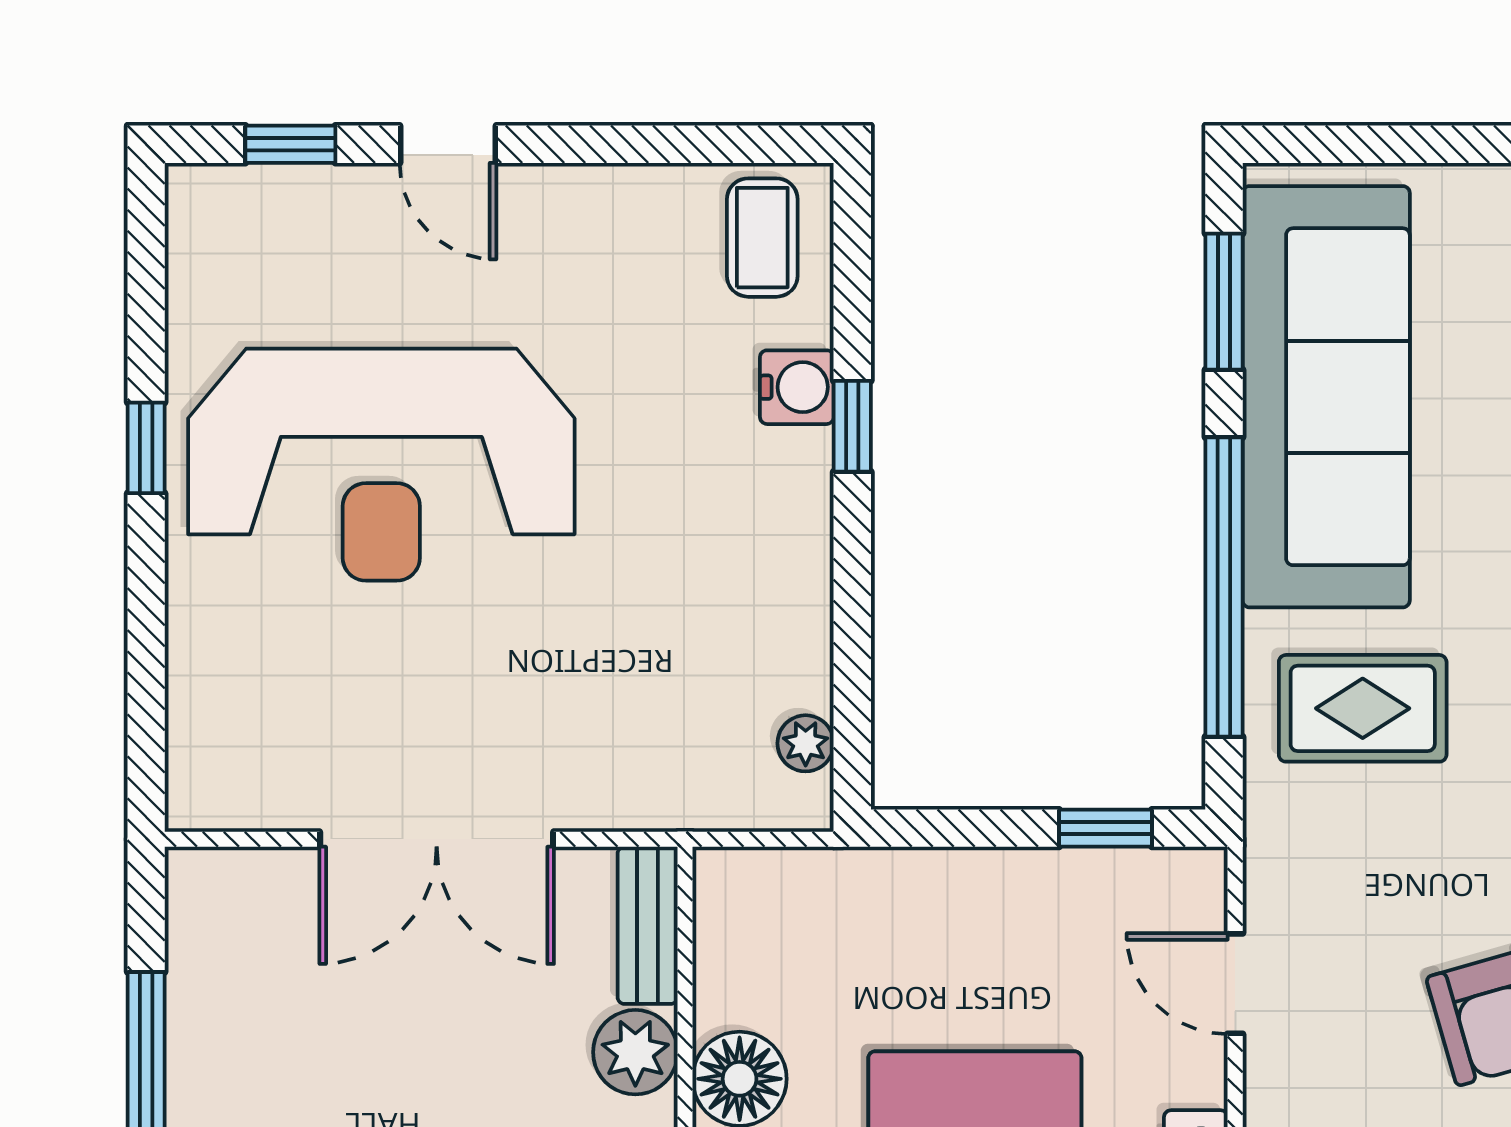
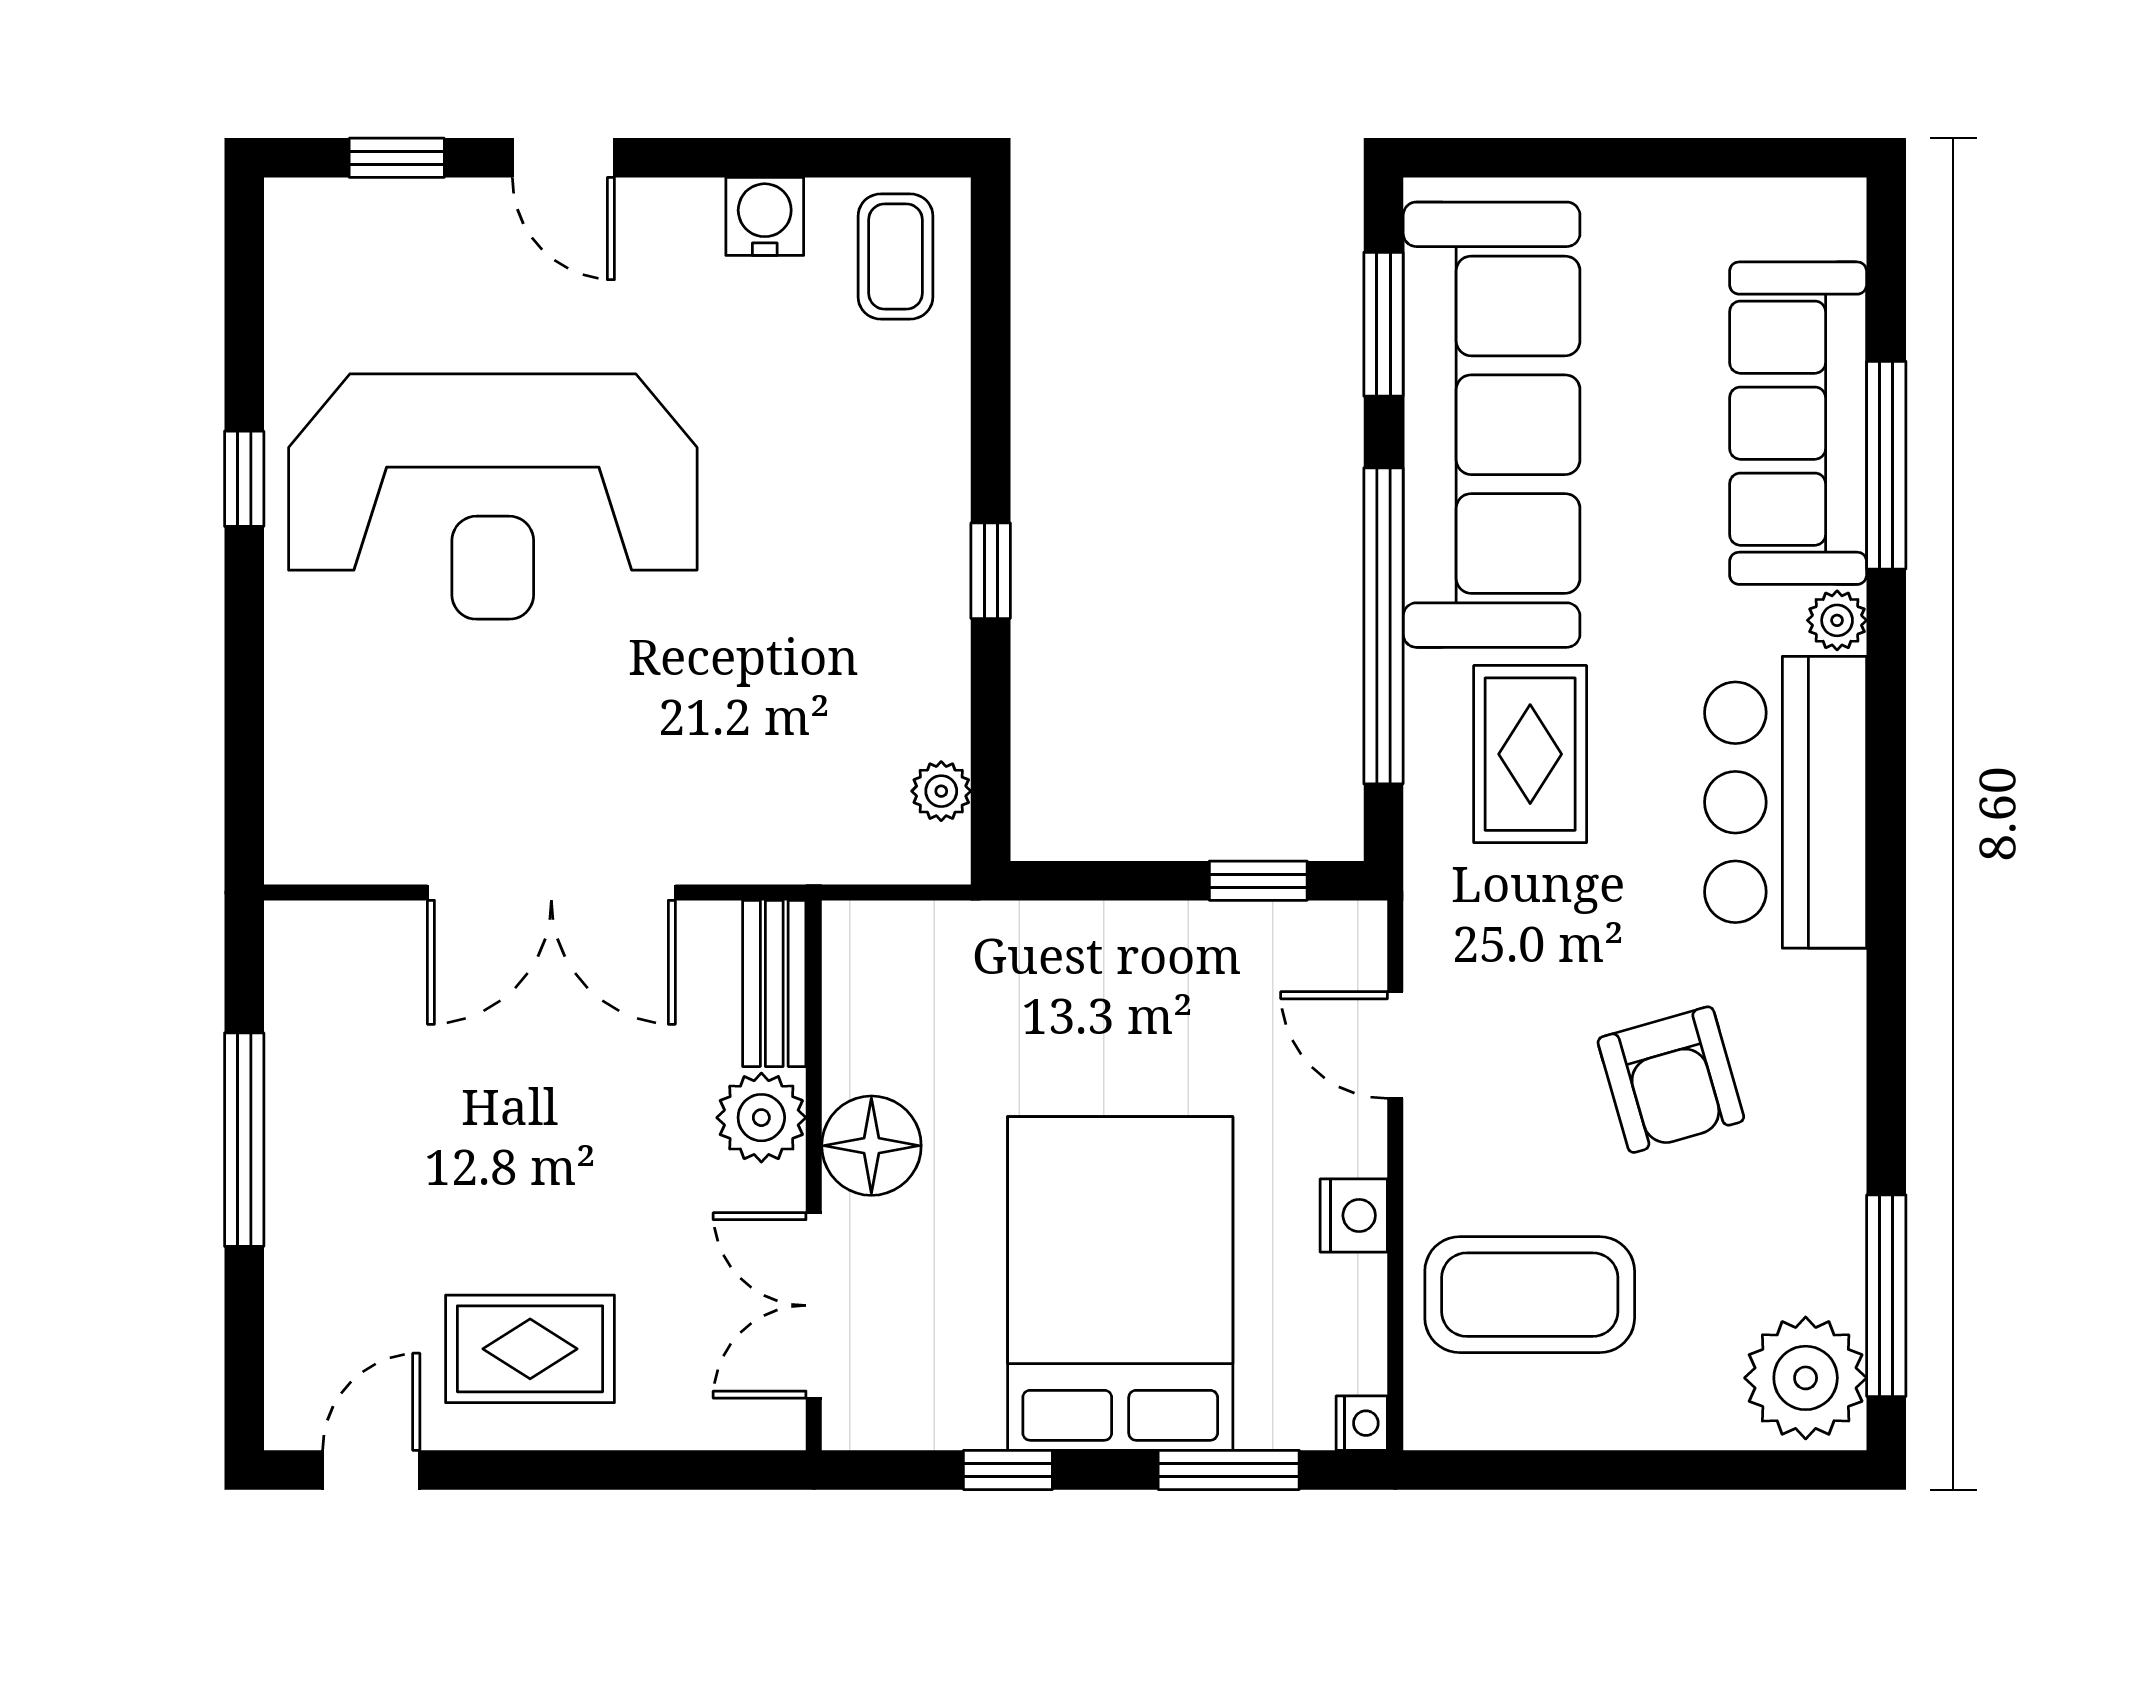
water cooler: (797, 387) -> (765, 216), moved, turned -90
window: (852, 426) -> (991, 571), moved
rug: (1363, 708) -> (1530, 754), turned 90

